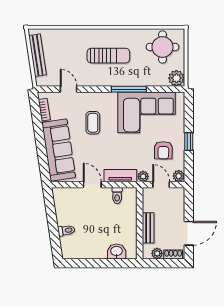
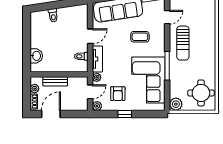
sun lounger: (108, 56) -> (183, 43), moved
armchair: (163, 150) -> (118, 94), turned -91
door: (189, 233) -> (51, 114), swing flipped

